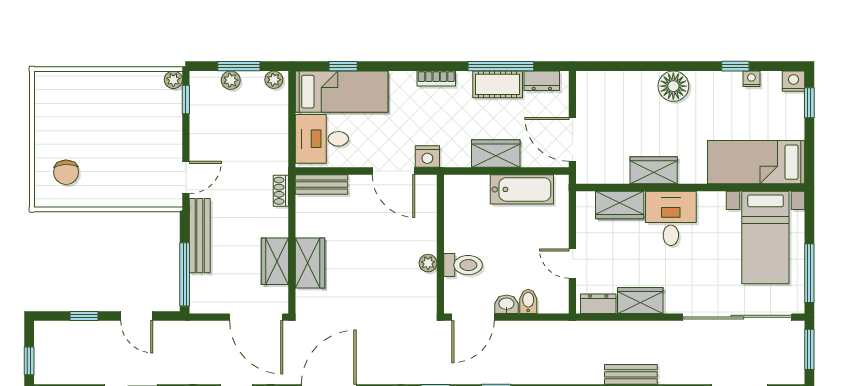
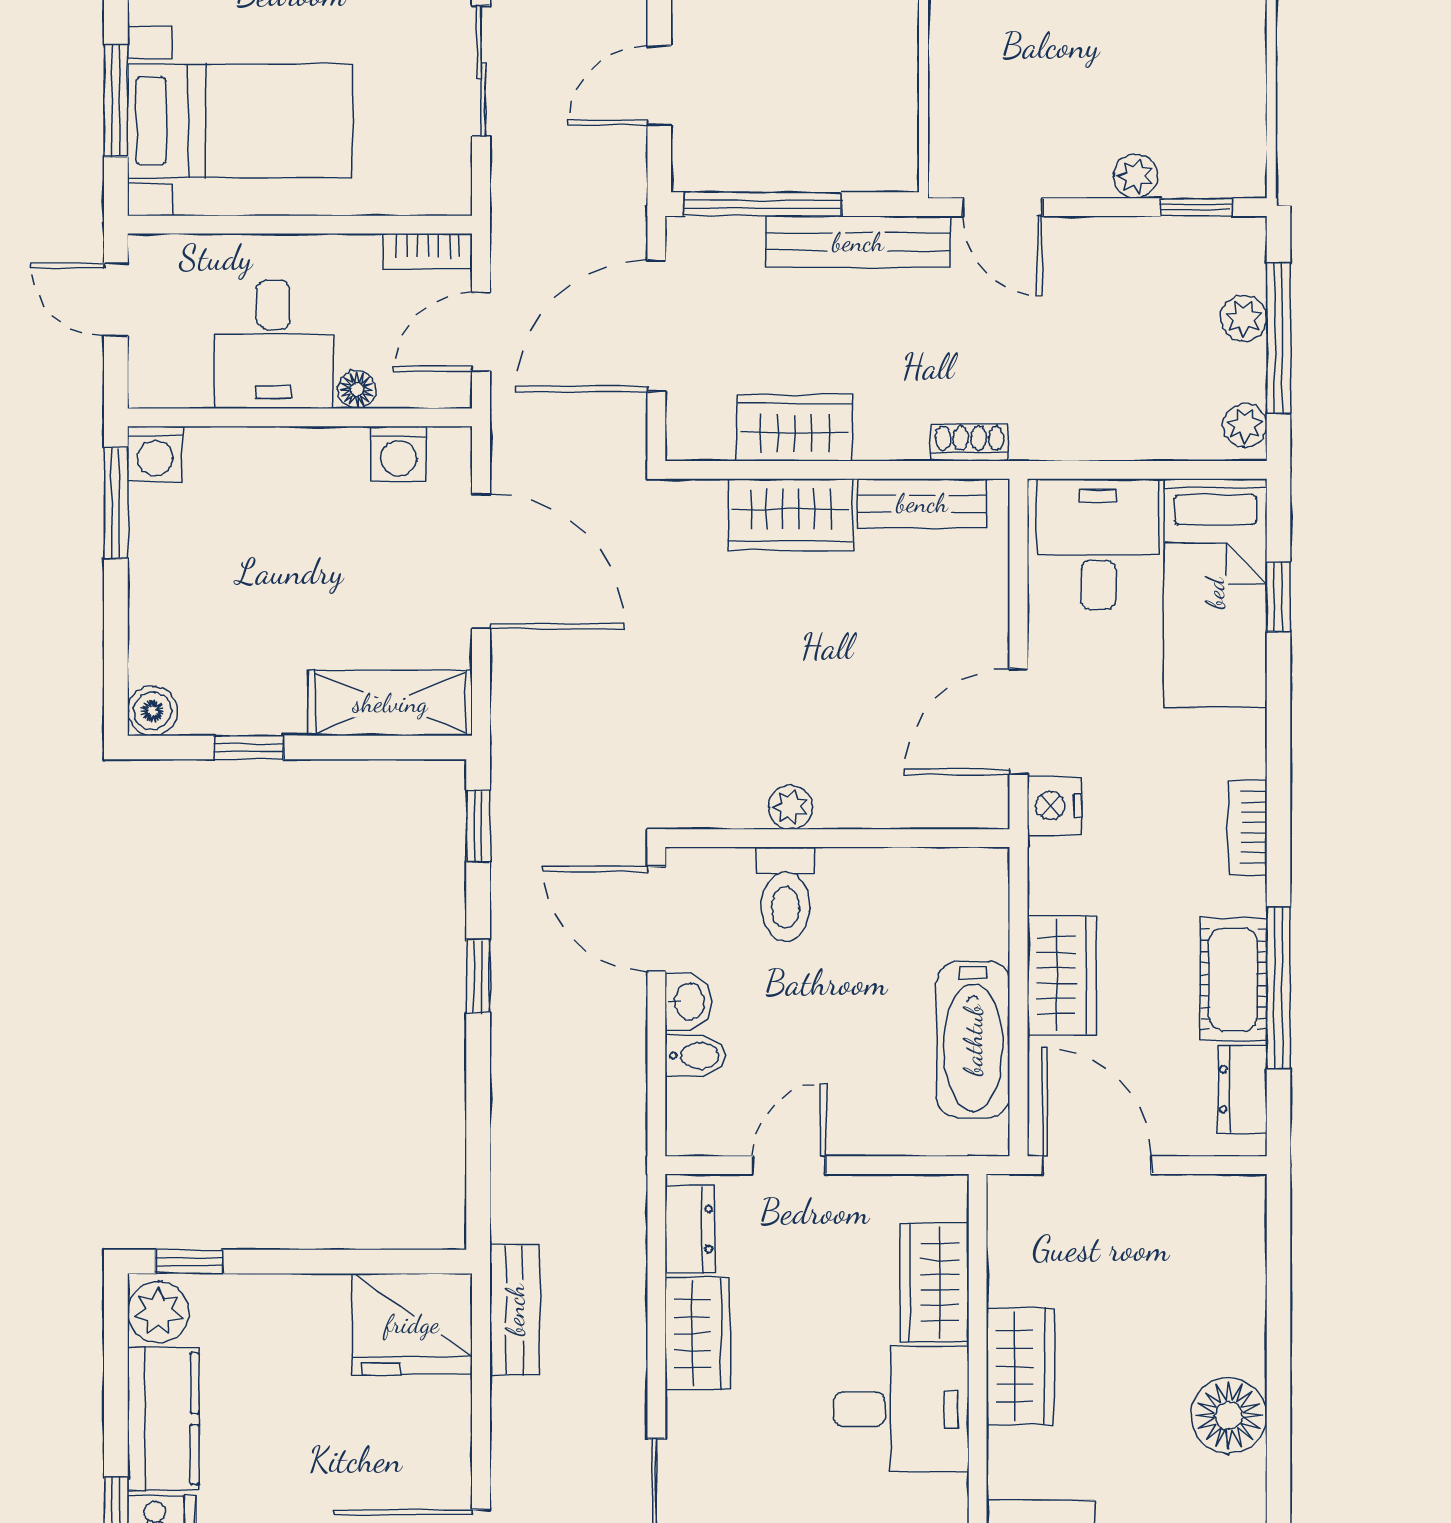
window: (239, 66) -> (1278, 339), width x1.44
plant: (173, 80) -> (1136, 176), moved
door: (572, 139) -> (1097, 1165), hinge flipped
bench: (321, 185) -> (922, 503), moved, turned 90
door: (256, 317) -> (656, 326), moved

